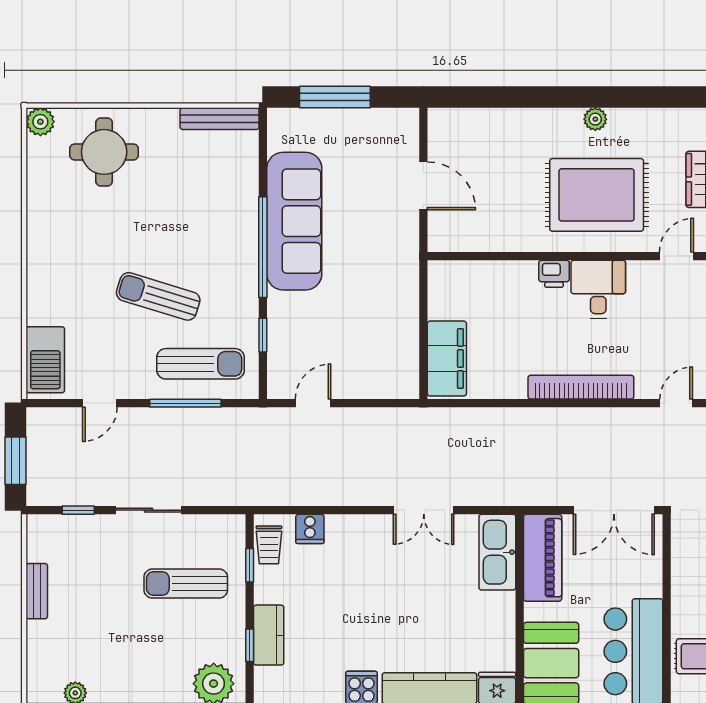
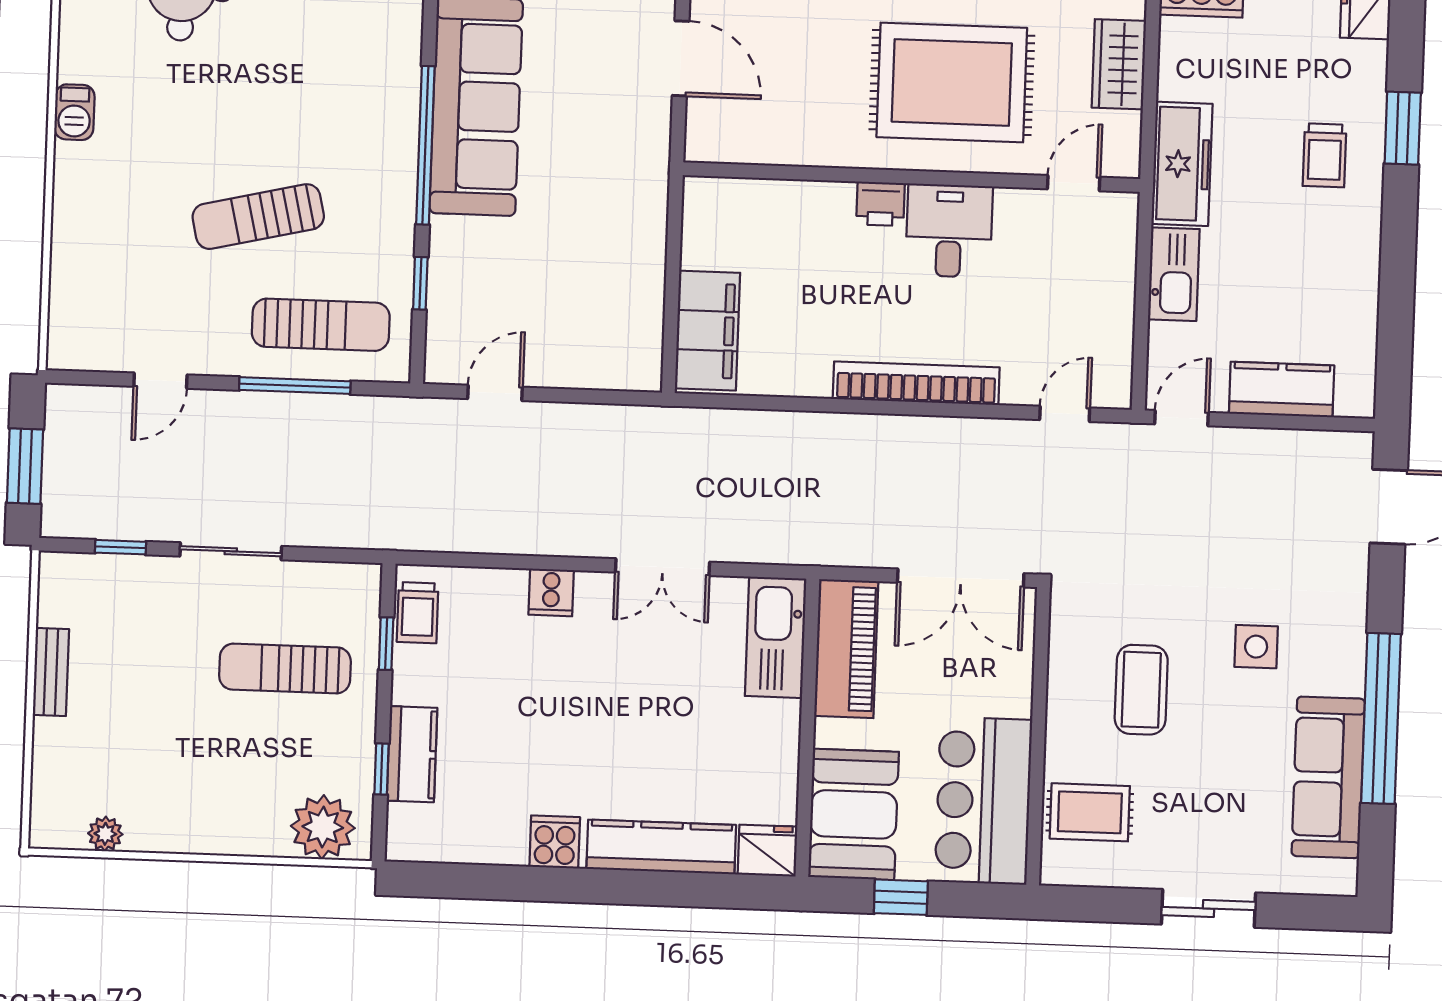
sun lounger: (158, 296) -> (258, 217), turned -30
barbecue: (45, 360) -> (74, 112), moved, width x0.53, depth x0.65
cooker: (310, 529) -> (551, 592), moved

